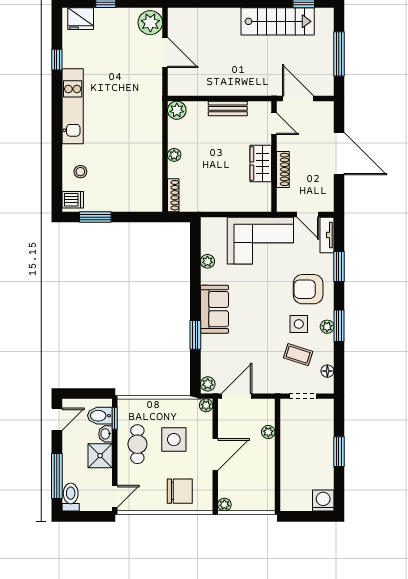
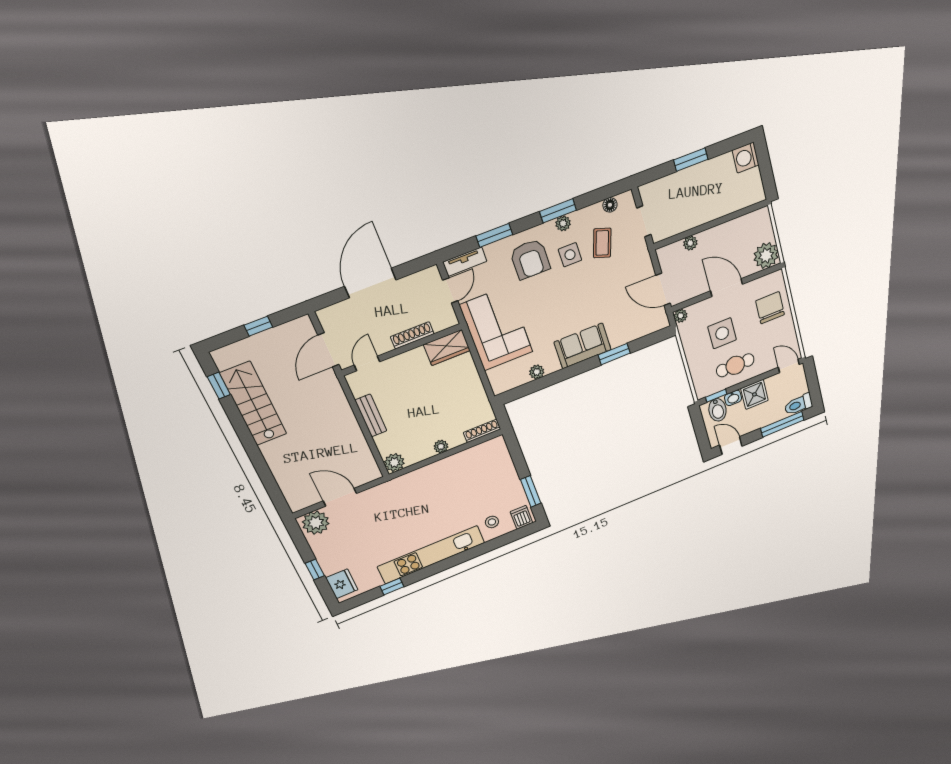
door: (165, 52) -> (340, 497), hinge flipped
window: (339, 54) -> (258, 326), width x0.46
kitchen unit: (73, 106) -> (431, 555), width x1.36
wardrobe: (261, 164) -> (447, 348), moved
plant: (208, 384) -> (659, 323), removed
plant: (224, 505) -> (766, 256), width x1.88, depth x1.88

